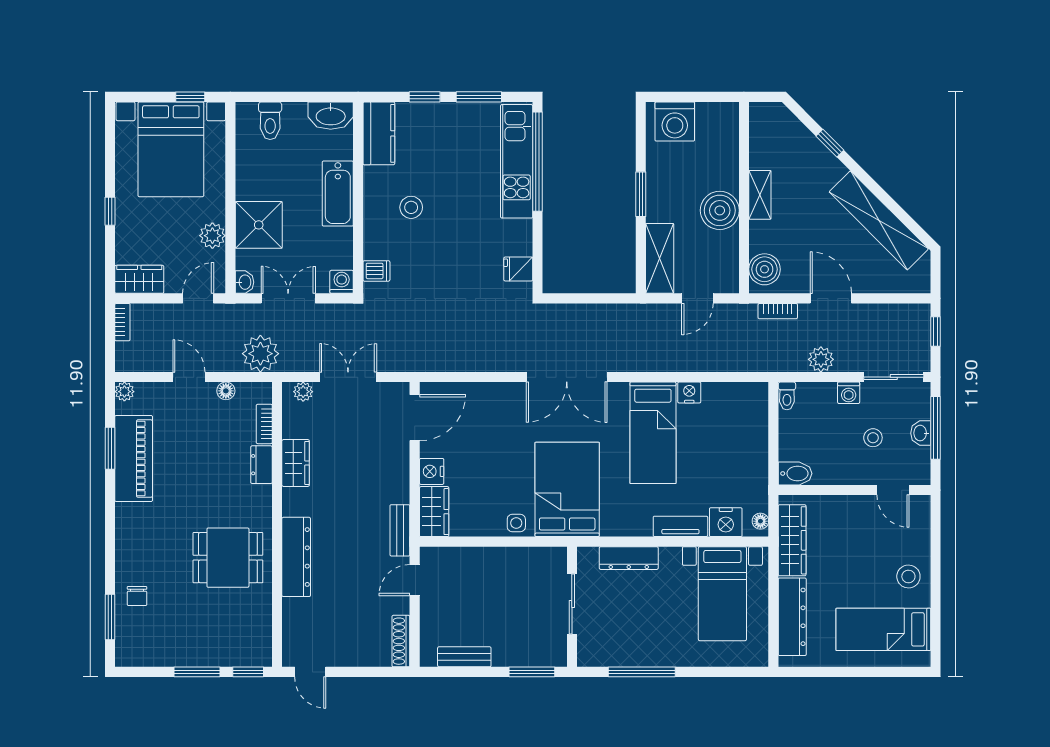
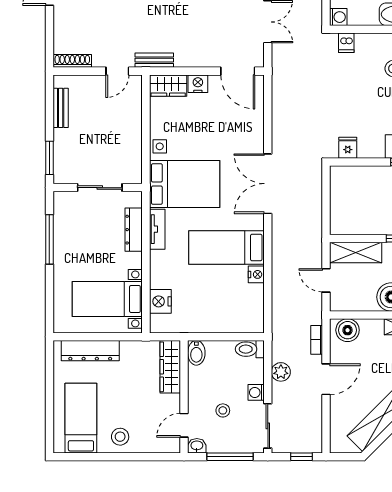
toilet: (787, 396) -> (250, 349), width x1.37, depth x1.39
washbasin: (921, 433) -> (197, 446), moved
floor lamp: (760, 521) -> (161, 327), removed
tv unit: (680, 526) -> (157, 229), moved
wardrobe: (792, 540) -> (170, 367), moved, turned 90
door: (415, 580) -> (117, 71), swing flipped

